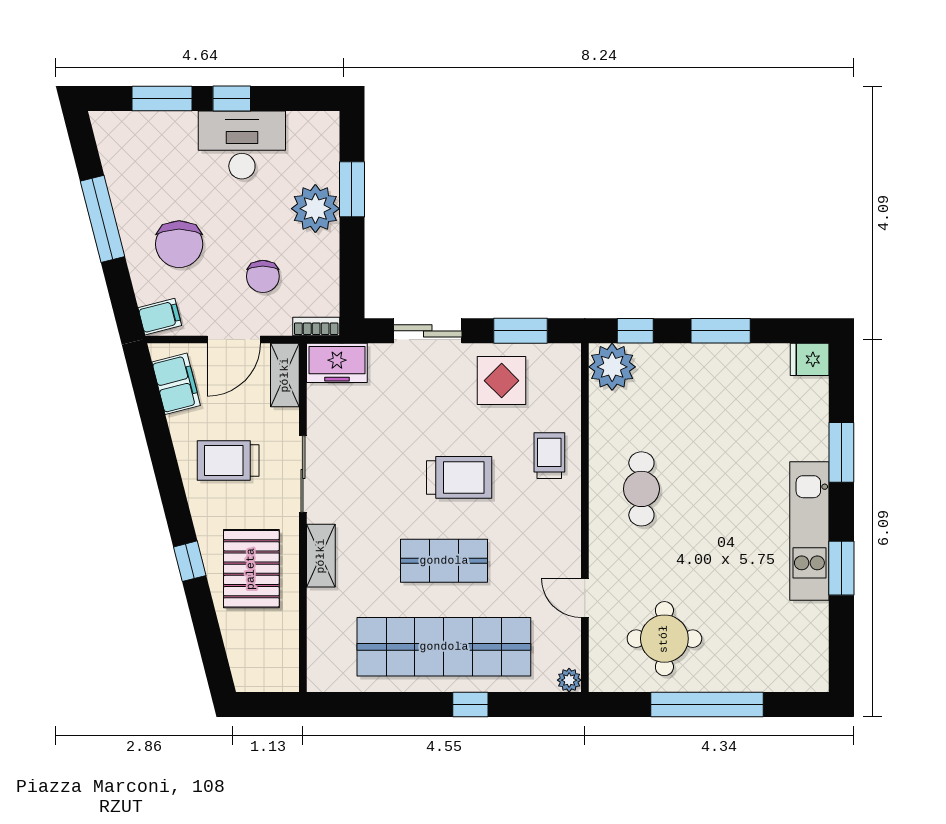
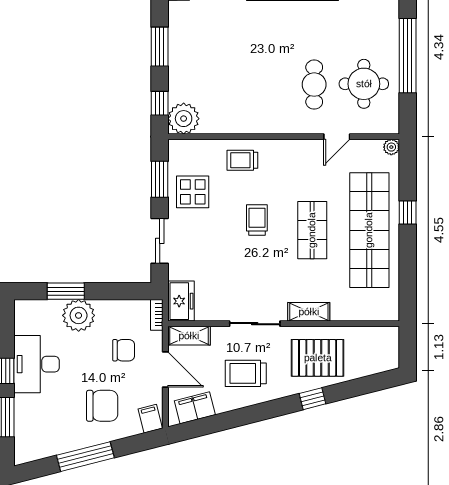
trolley: (228, 460) -> (246, 373), turned 90
trolley: (459, 477) -> (257, 220), width x0.73, depth x0.72
cafe table: (641, 489) -> (314, 85), moved, turned 90

